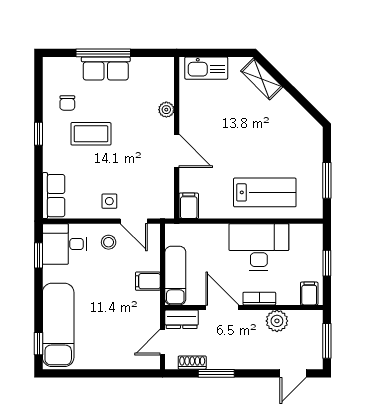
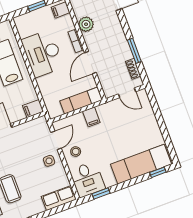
dresser: (182, 319) -> (108, 86), removed

